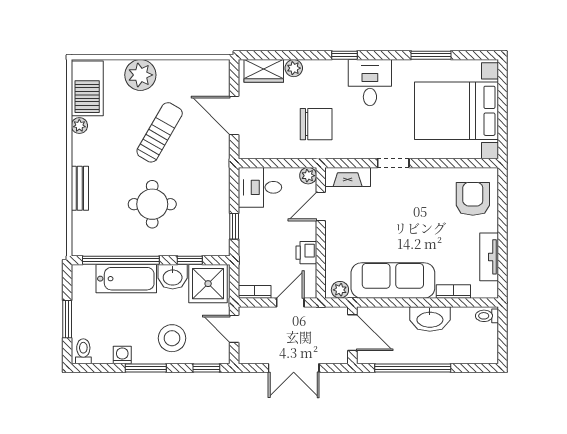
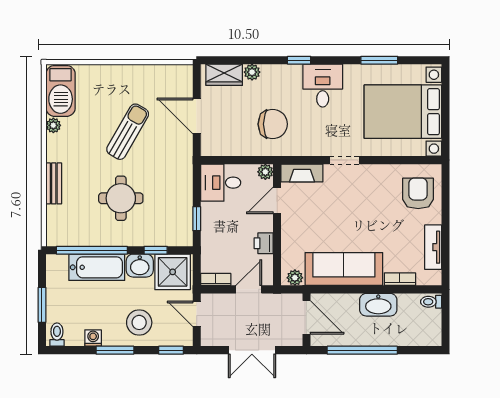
plant: (140, 75) -> (110, 78), removed

